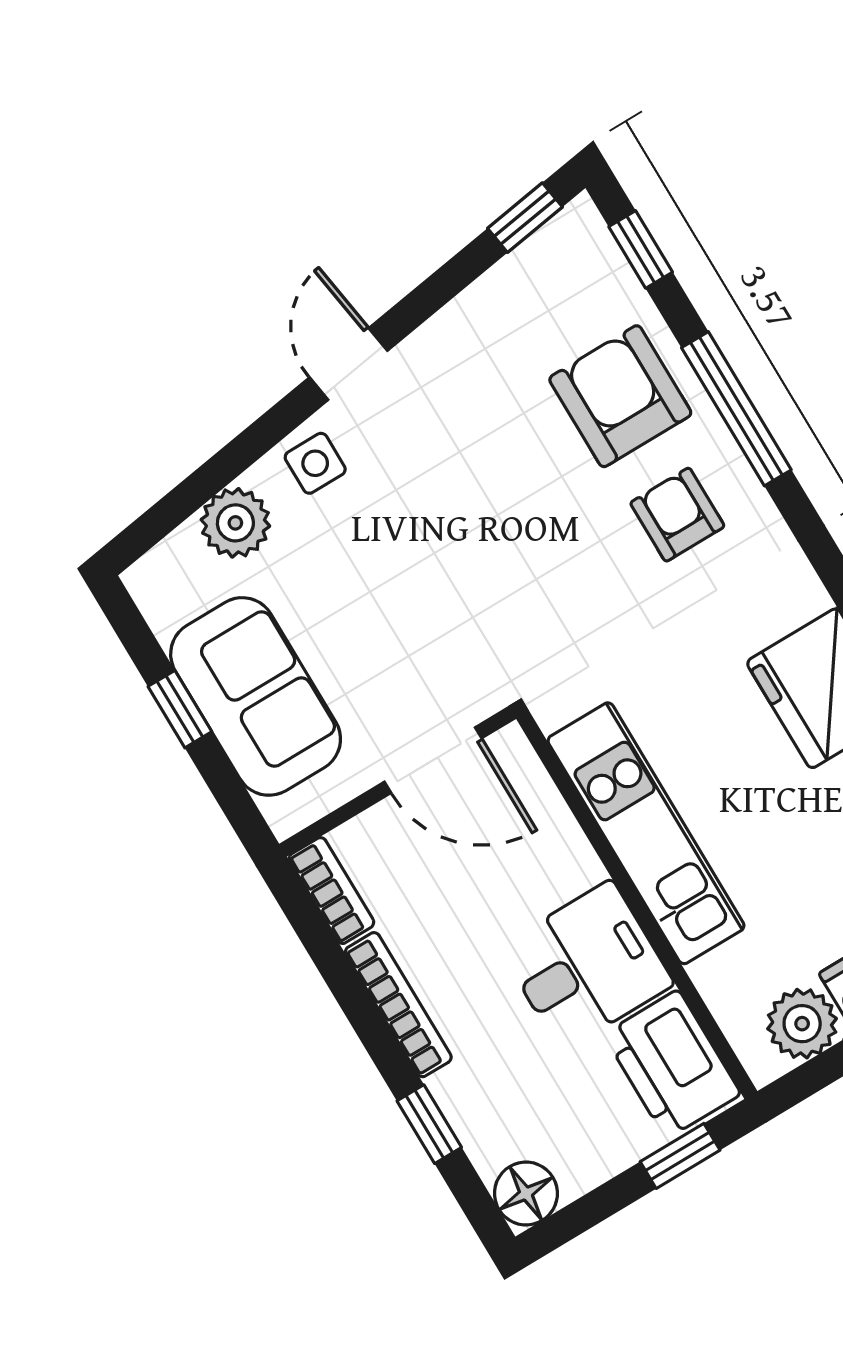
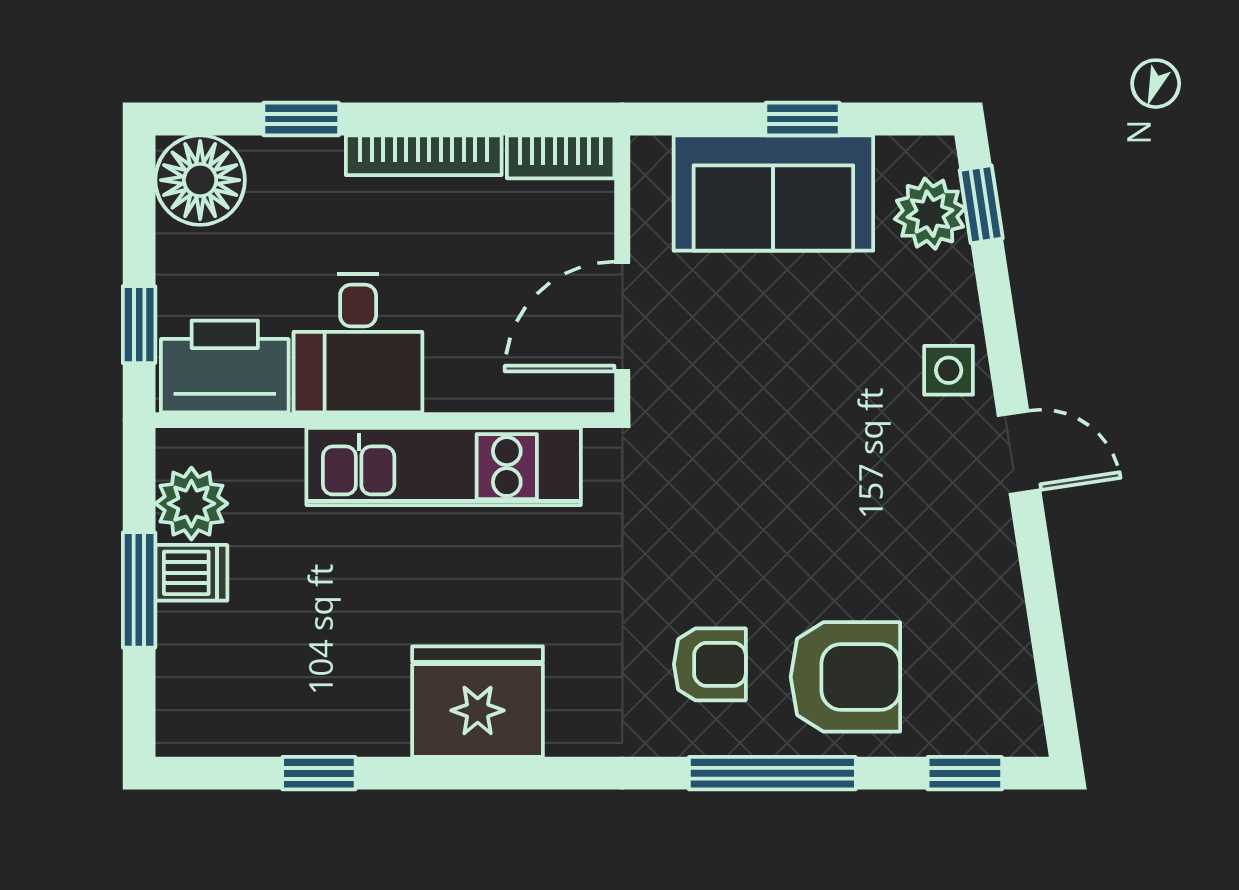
window: (525, 218) -> (981, 204), moved
plant: (235, 523) -> (930, 214), moved
floor lamp: (526, 1194) -> (200, 180), width x1.38, depth x1.38

